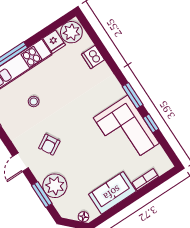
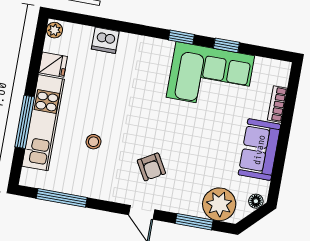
plant: (71, 32) -> (54, 30), width x0.53, depth x0.53
window: (133, 96) -> (181, 37), width x0.67
plant: (55, 186) -> (219, 204), moved

